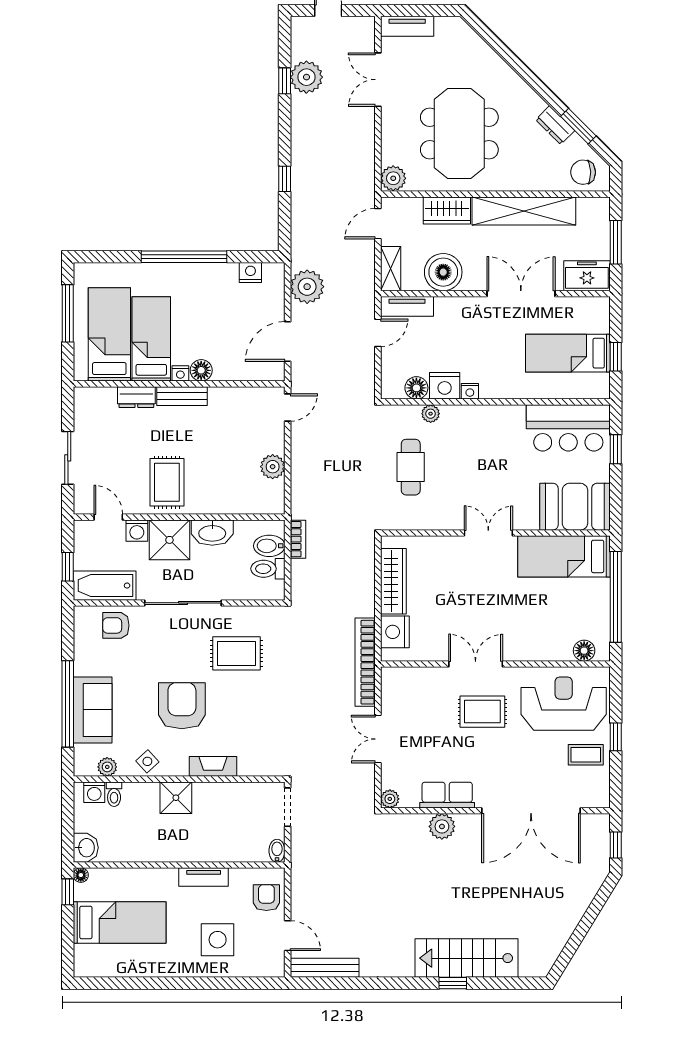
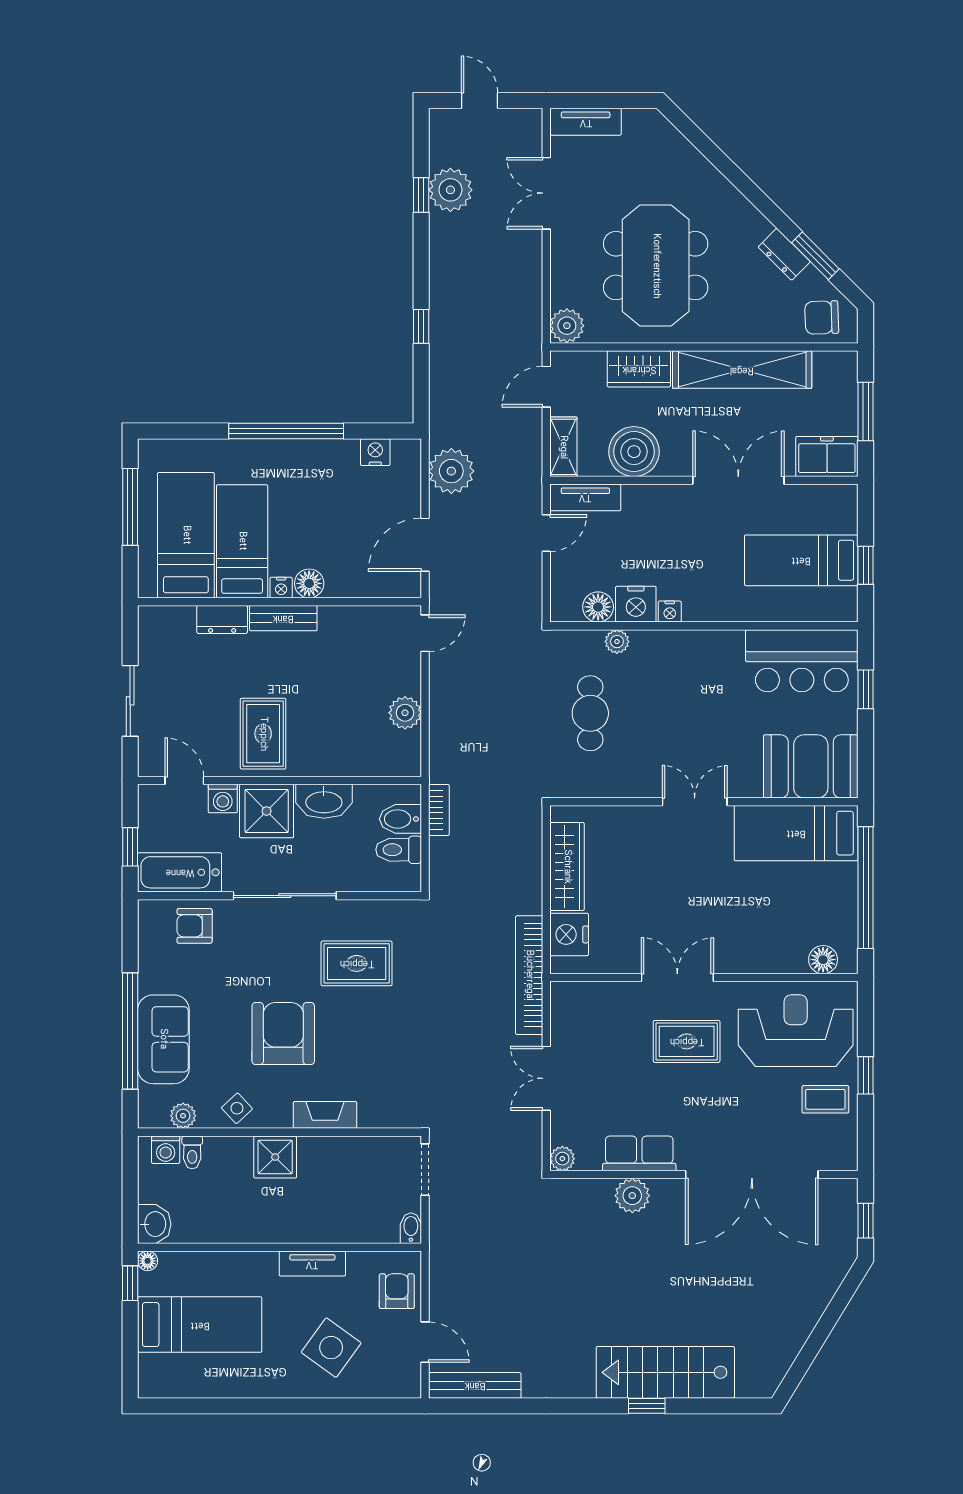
side table: (218, 940) -> (331, 1348), turned 36

